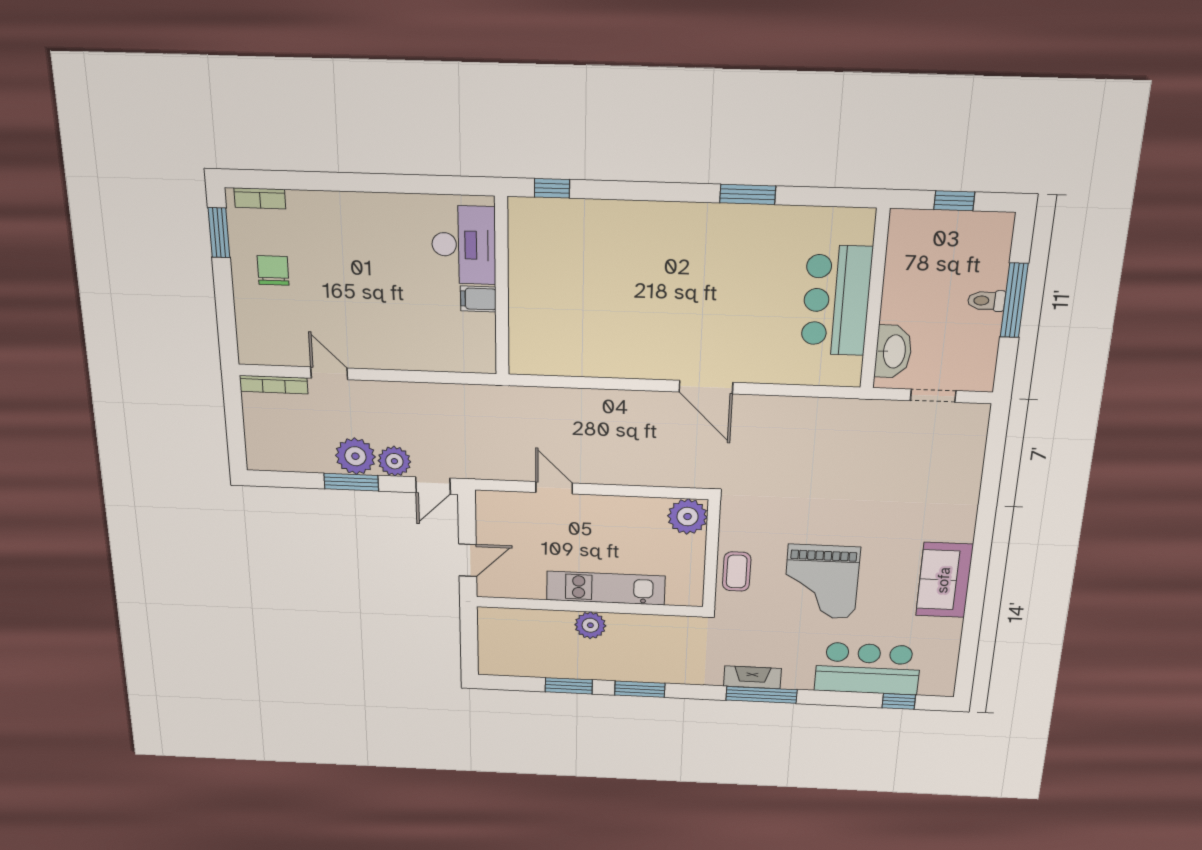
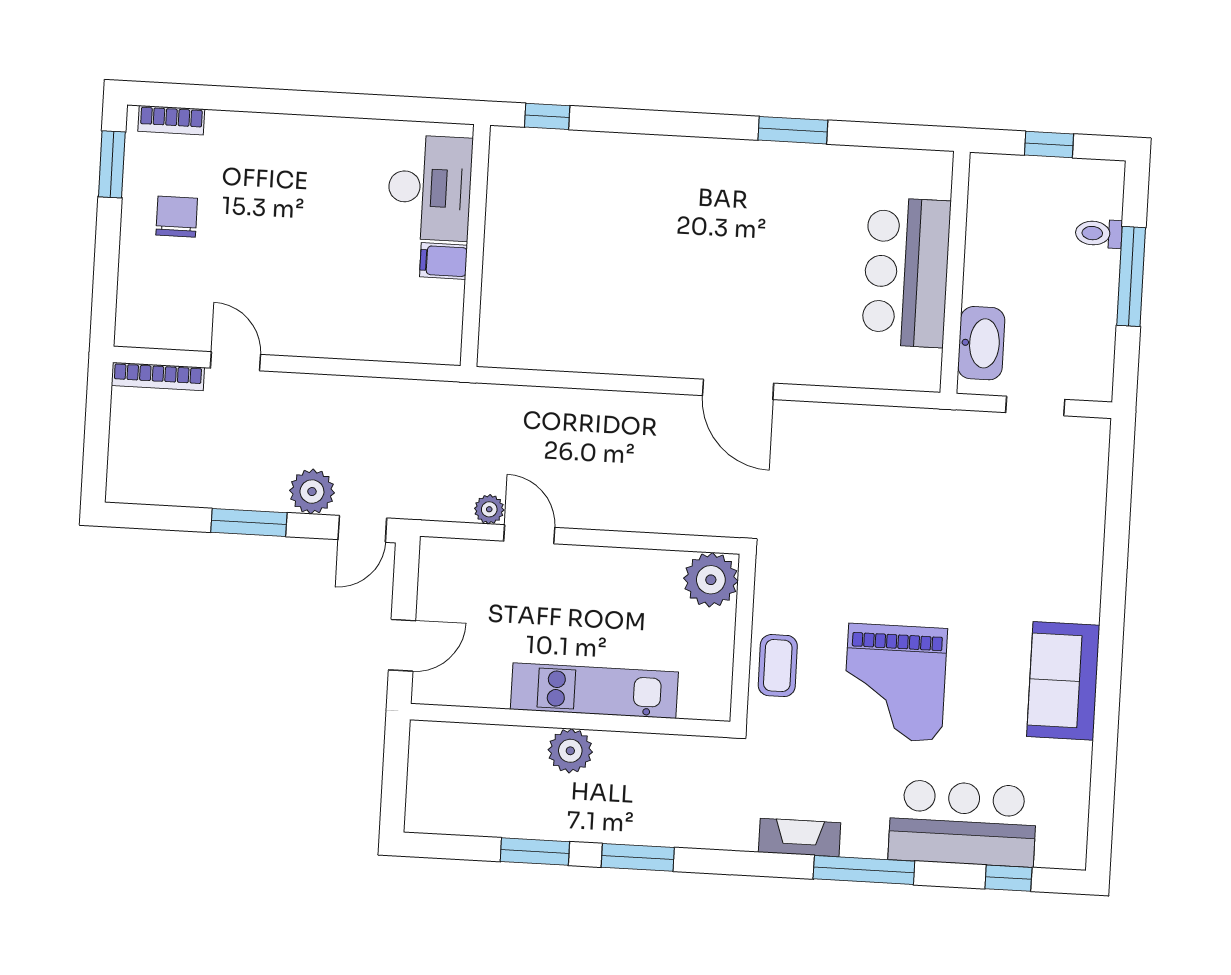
toilet: (986, 301) -> (1099, 233), moved
plant: (355, 456) -> (489, 509), moved, width x0.53, depth x0.53
window: (761, 695) -> (864, 870), moved

